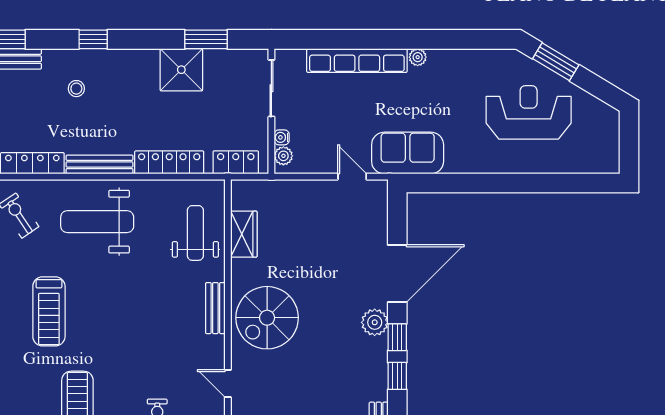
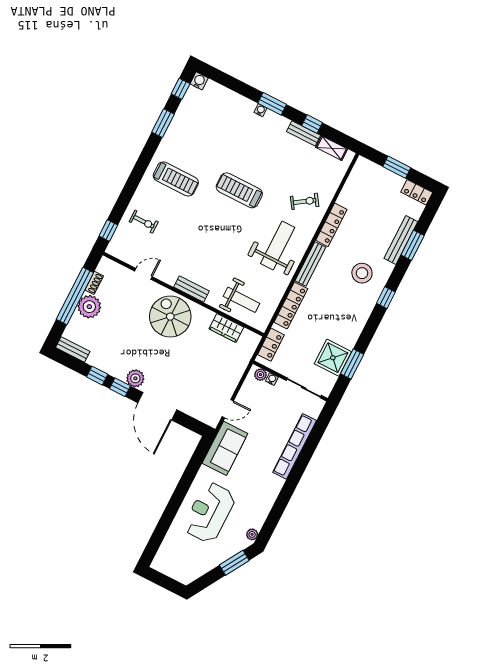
plant: (418, 57) -> (252, 534), moved
shower: (181, 70) -> (333, 358), moved
stool: (76, 89) -> (362, 273), width x1.89, depth x1.89
reception desk: (529, 112) -> (209, 512), moved, turned 180

